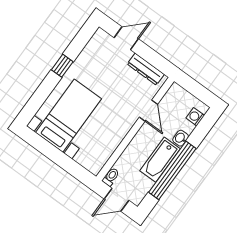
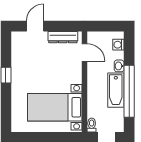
door: (148, 111) -> (85, 52), moved
bed with nightstands: (69, 116) -> (55, 107), moved, turned -90

